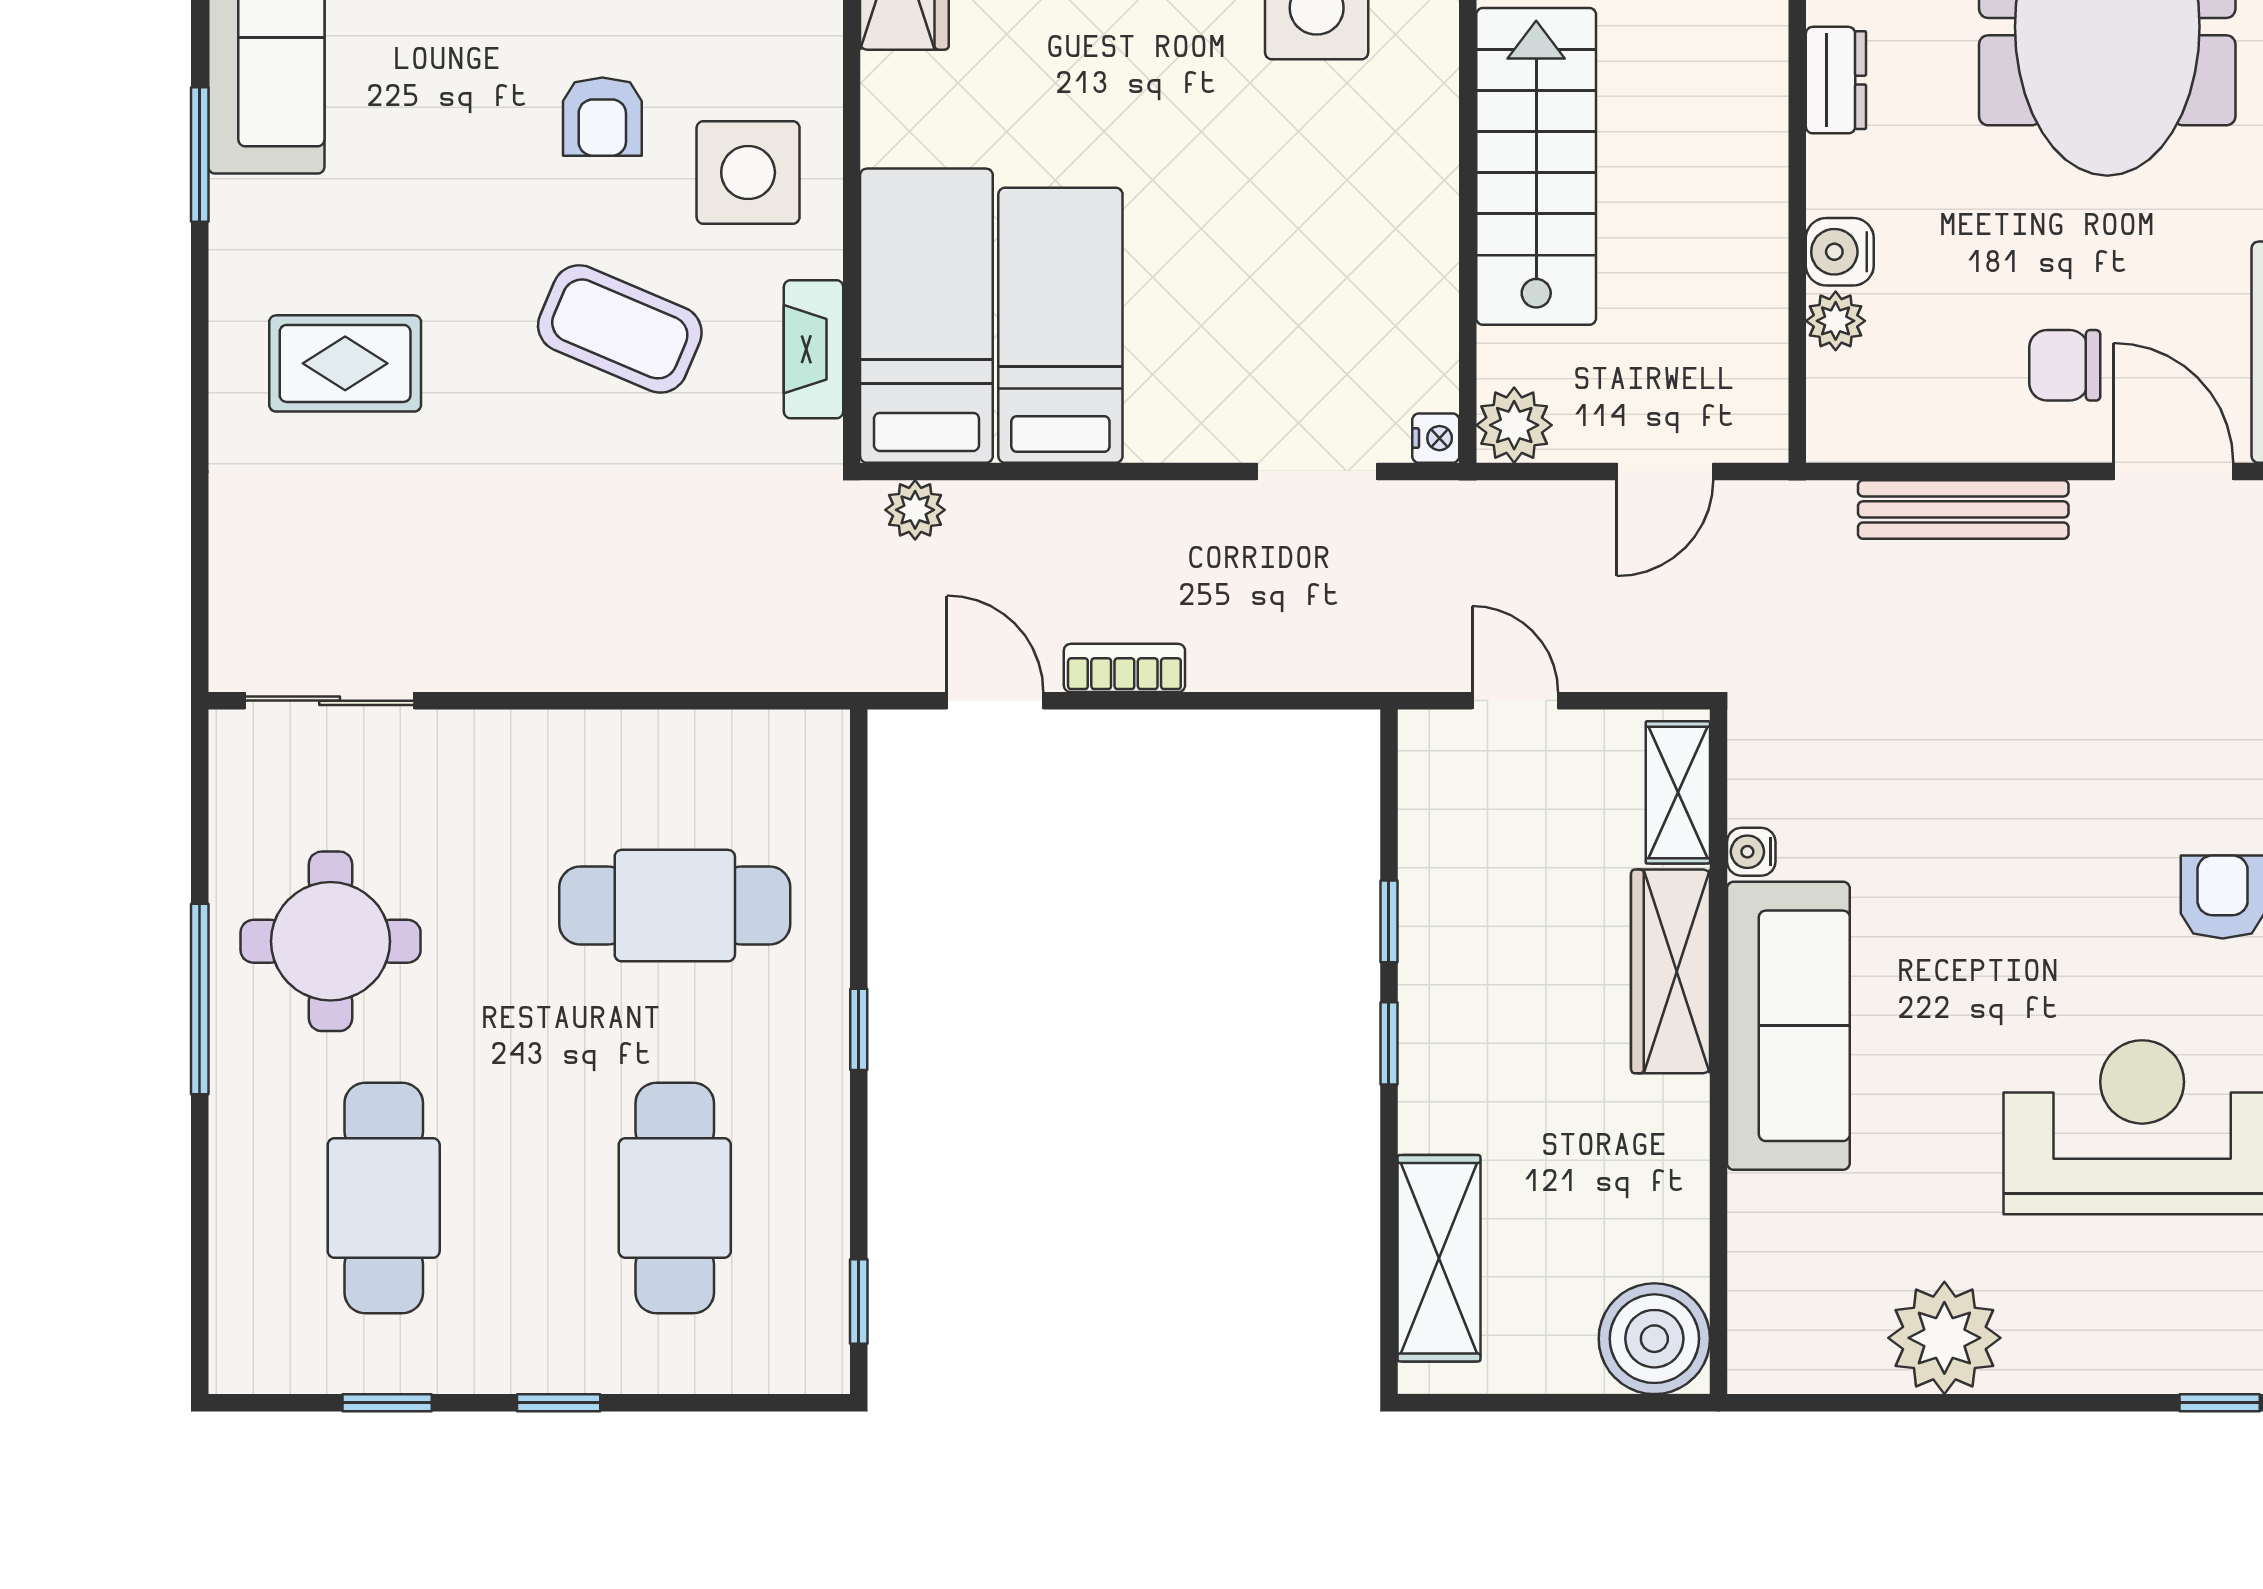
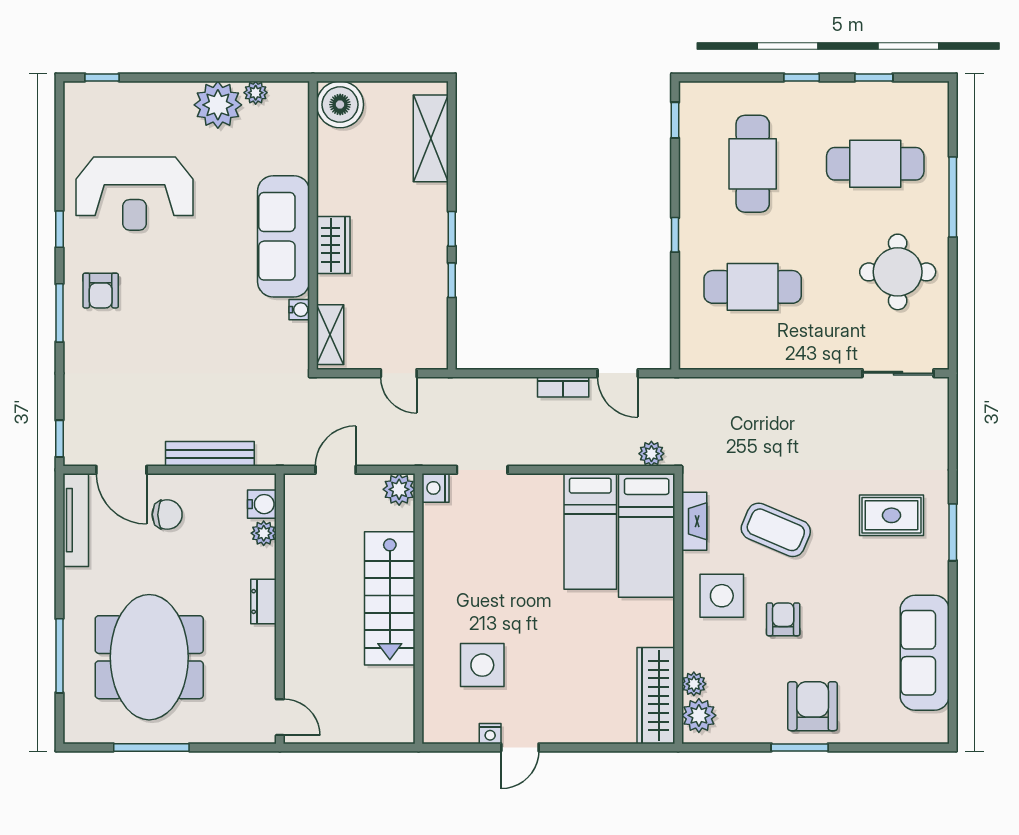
dresser: (1836, 80) -> (264, 601), moved
window: (200, 155) -> (953, 532), moved
water cooler: (1840, 252) -> (262, 504), moved
nightstand: (1436, 438) -> (436, 488), width x1.39, depth x1.35
wardrobe: (1671, 971) -> (333, 245), width x0.67
window: (200, 999) -> (953, 197), moved
cafe table: (384, 1198) -> (875, 164), turned 90
plant: (1855, 1367) -> (256, 93), added

